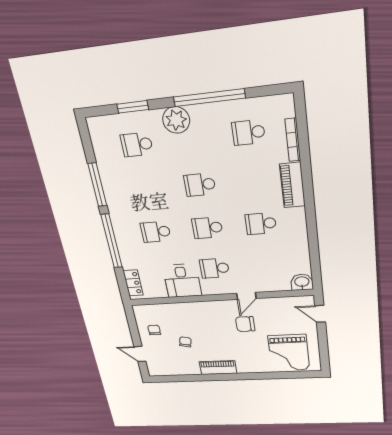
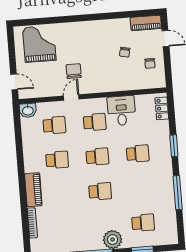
school desk: (248, 132) -> (54, 125), moved
window: (112, 241) -> (174, 146), width x0.47
chair: (245, 324) -> (74, 71), turned -90
piano: (218, 368) -> (146, 23), moved

